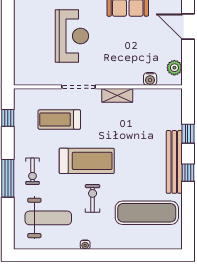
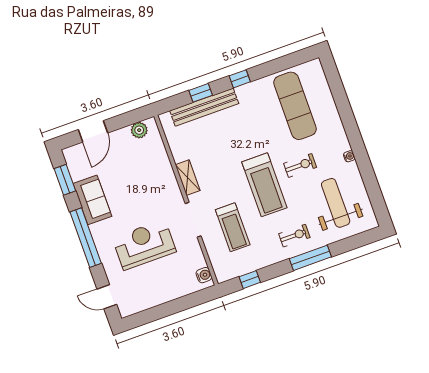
water cooler: (150, 79) -> (204, 275), moved
treadmill: (87, 161) -> (264, 185), turned 180
bench: (174, 162) -> (204, 107), moved
exercise bike: (93, 198) -> (300, 165), turned 180

